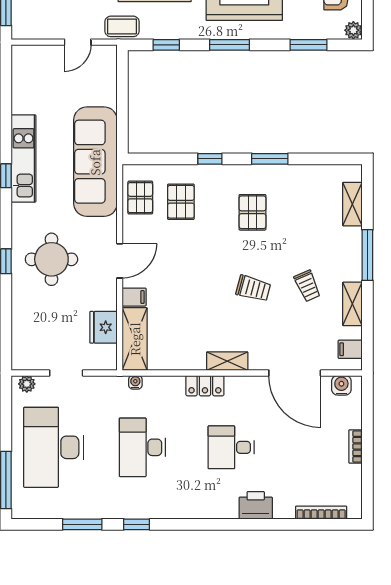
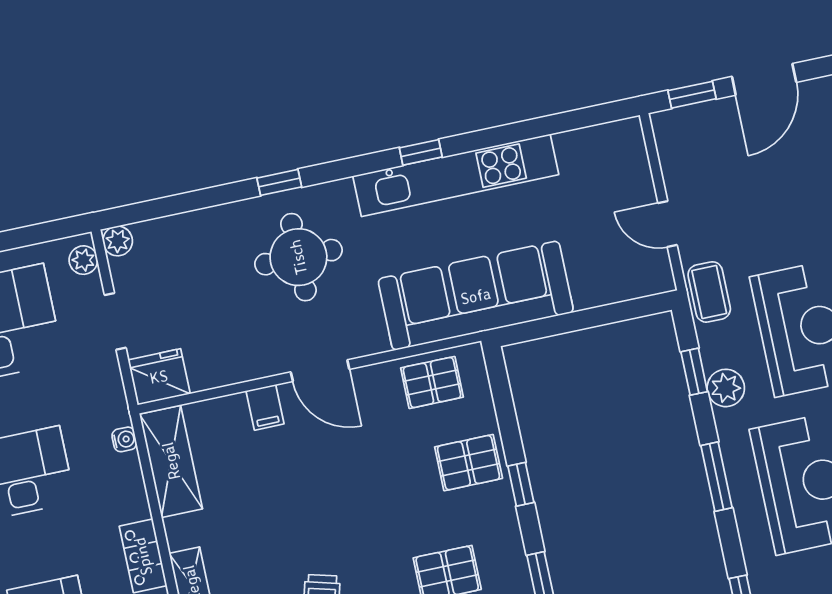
plant: (179, 29) -> (726, 388), added
kitchen unit: (24, 158) -> (456, 175), width x1.36
pallet: (181, 202) -> (469, 463), moved
fridge: (103, 327) -> (159, 377), moved
shelving: (135, 339) -> (171, 461), moved, turned 90
plant: (20, 362) -> (118, 241), added

